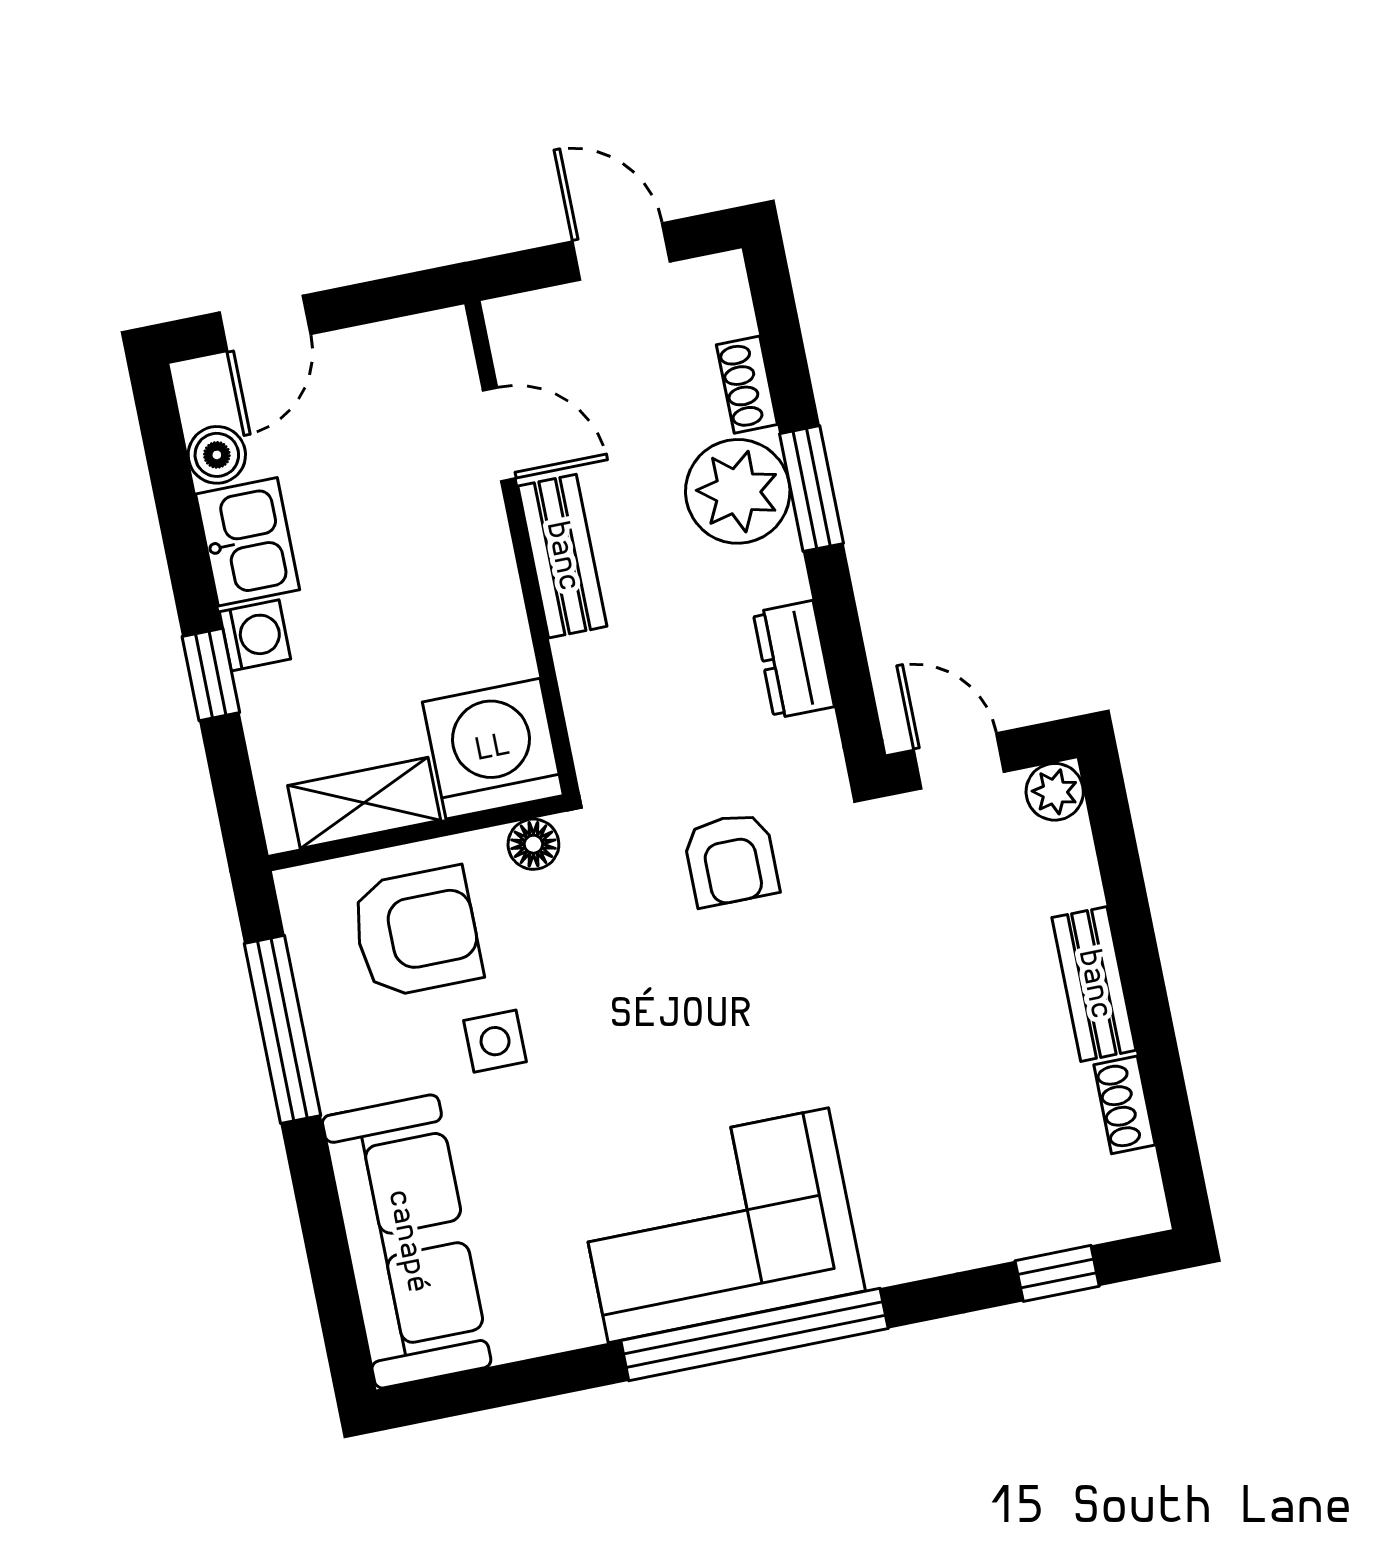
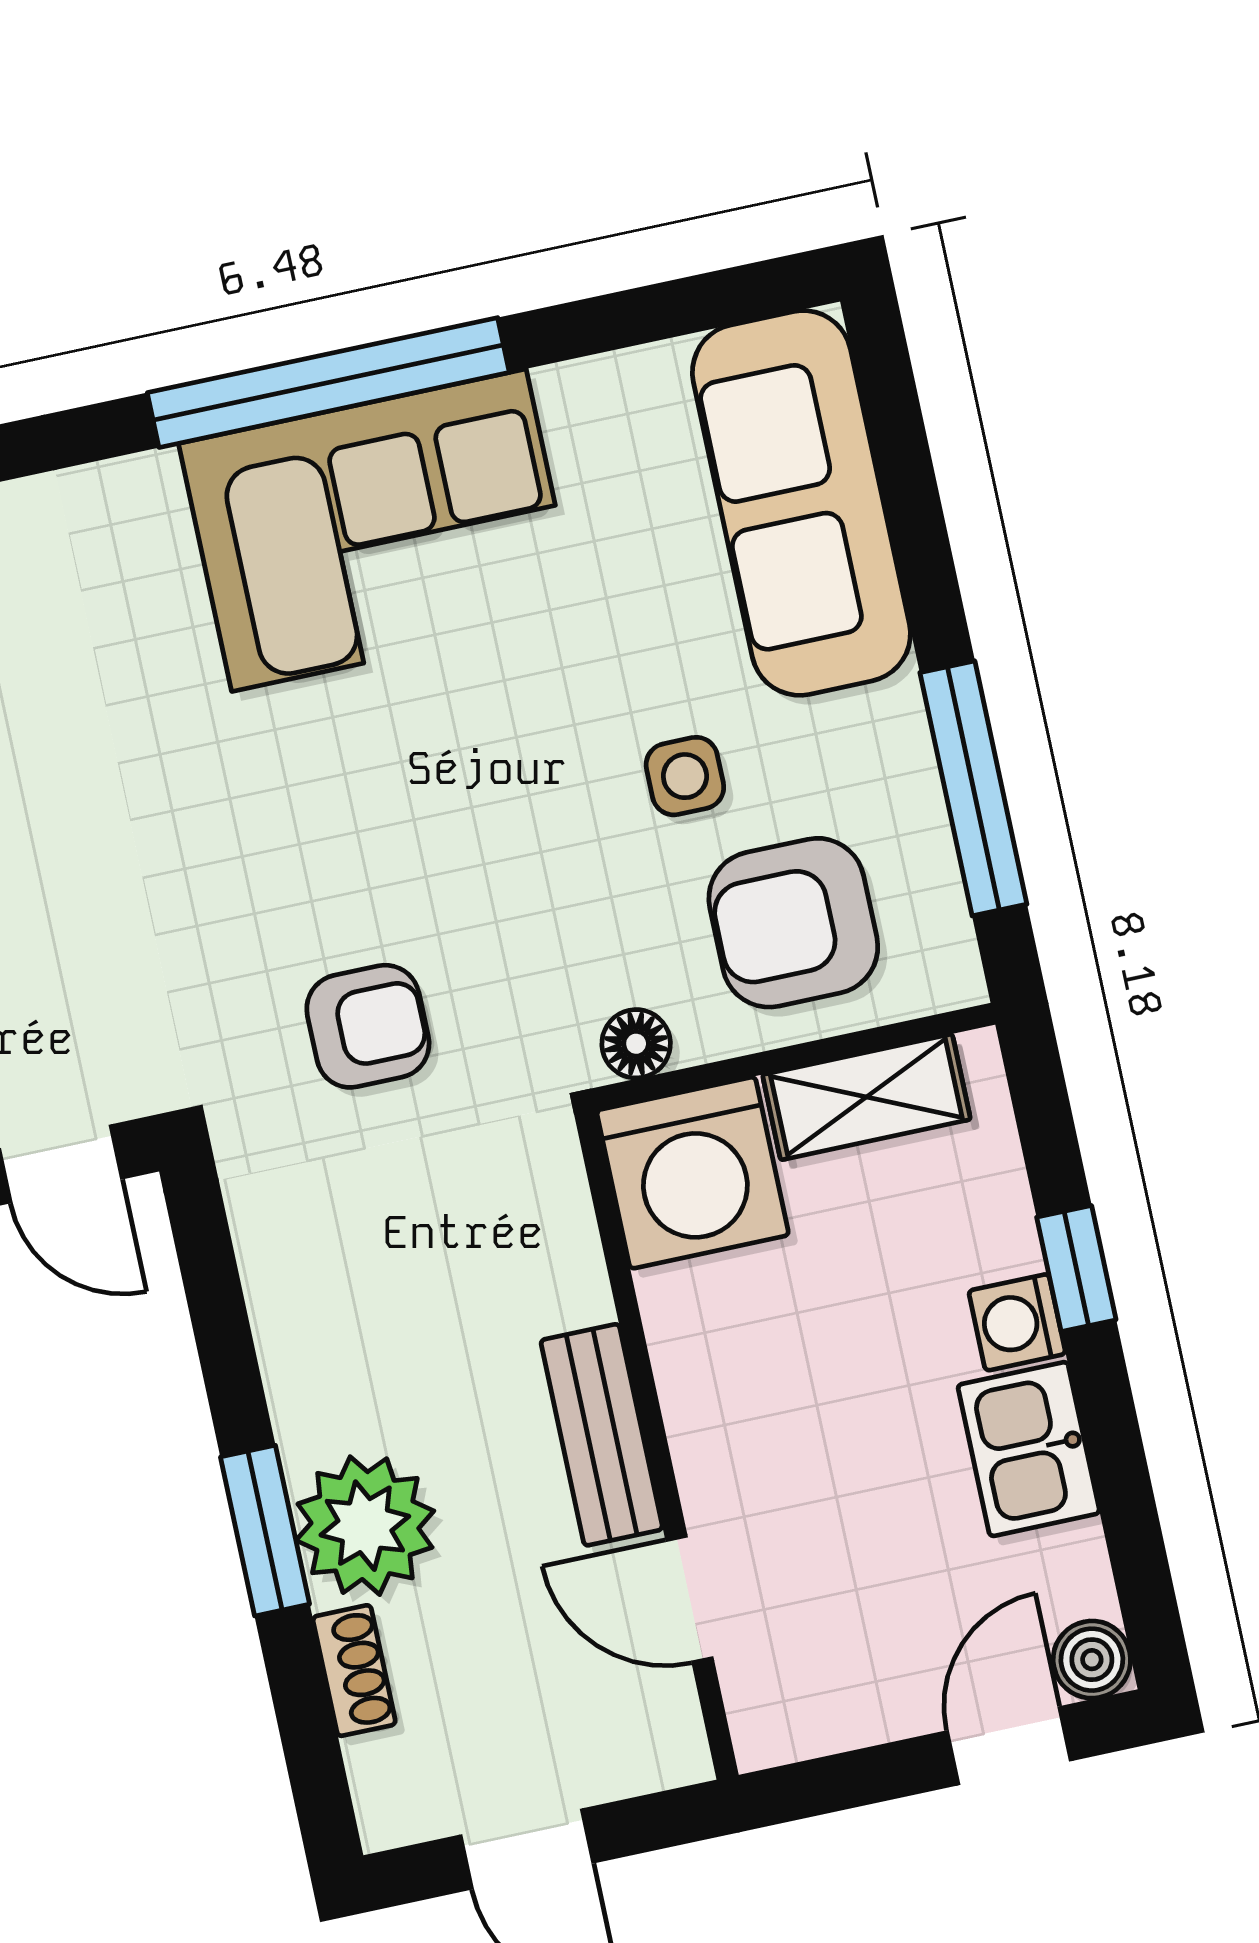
boiler: (217, 455) -> (1092, 1660), moved
dresser: (794, 660) -> (286, 1298), removed
armchair: (731, 859) -> (368, 1026), turned 90

